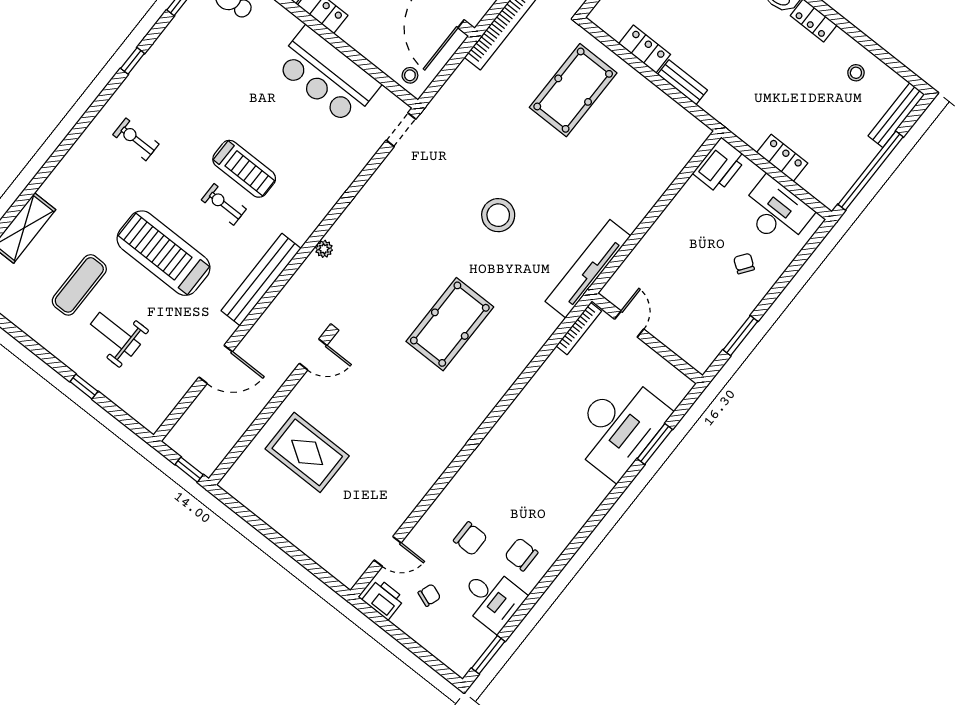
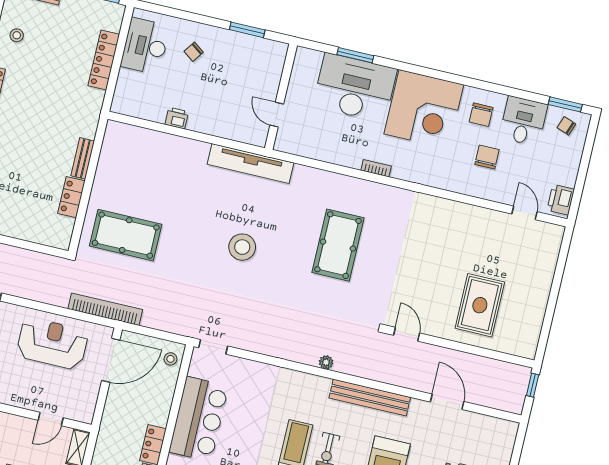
locker: (782, 158) -> (104, 60), width x1.53
printer: (720, 166) -> (177, 118), moved, width x0.53, depth x0.68
pool table: (450, 324) -> (338, 245), turned 90
door: (629, 324) -> (277, 115), hinge flipped
bookcase: (579, 329) -> (376, 168), moved, width x0.64
corner desk: (558, 493) -> (424, 109), added
chair: (429, 595) -> (566, 126), moved

